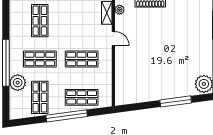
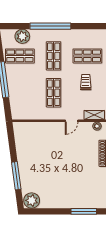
trolley: (70, 23) -> (86, 82), added
plant: (18, 83) -> (22, 36), moved
shop shelf: (82, 97) -> (20, 93), removed

